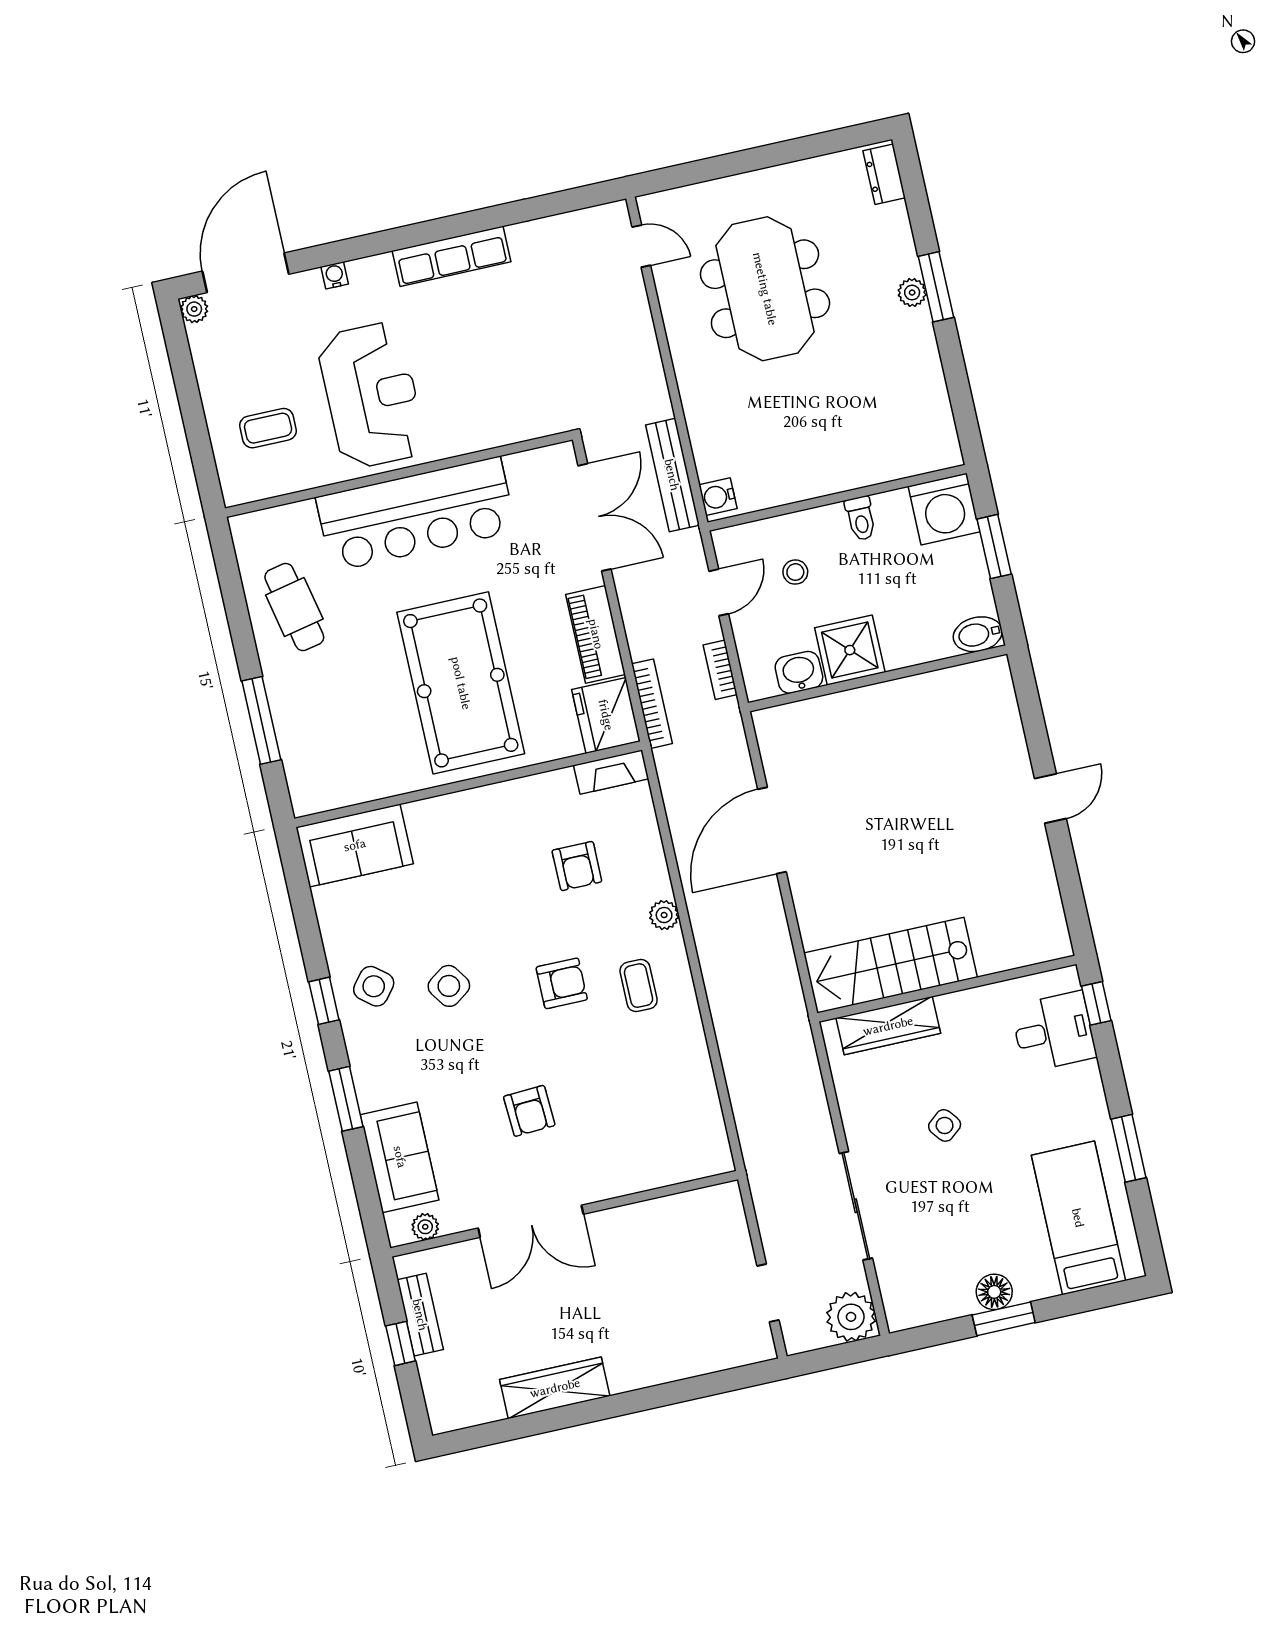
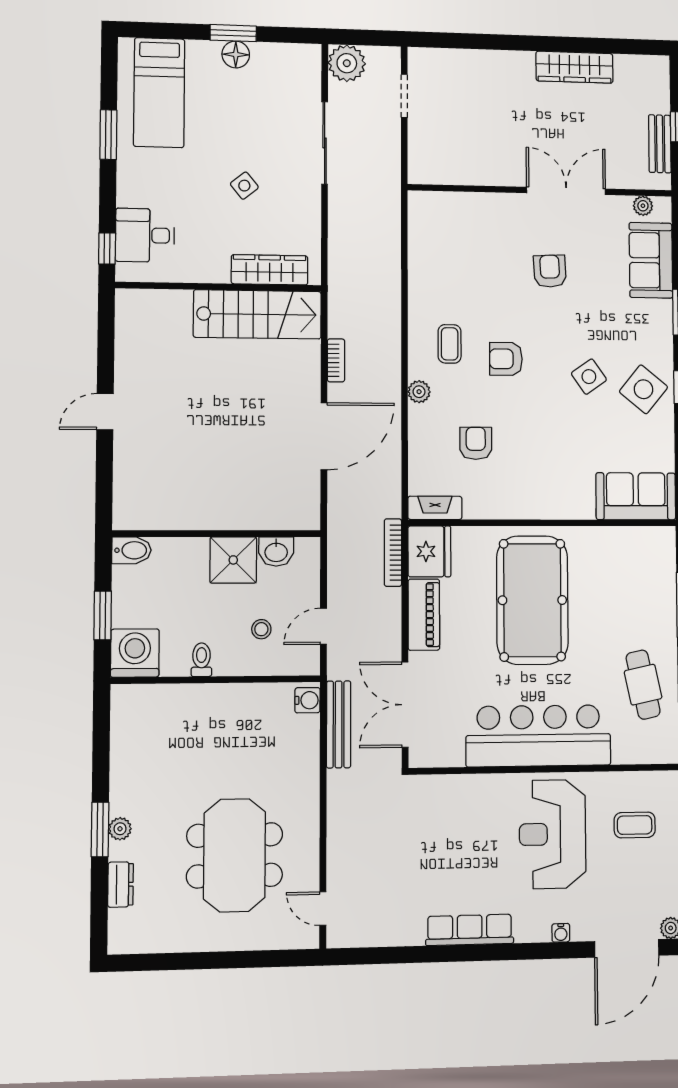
dresser: (884, 174) -> (121, 884), moved
bookcase: (720, 670) -> (336, 360), moved
side table: (374, 986) -> (644, 389), width x1.37, depth x1.37

